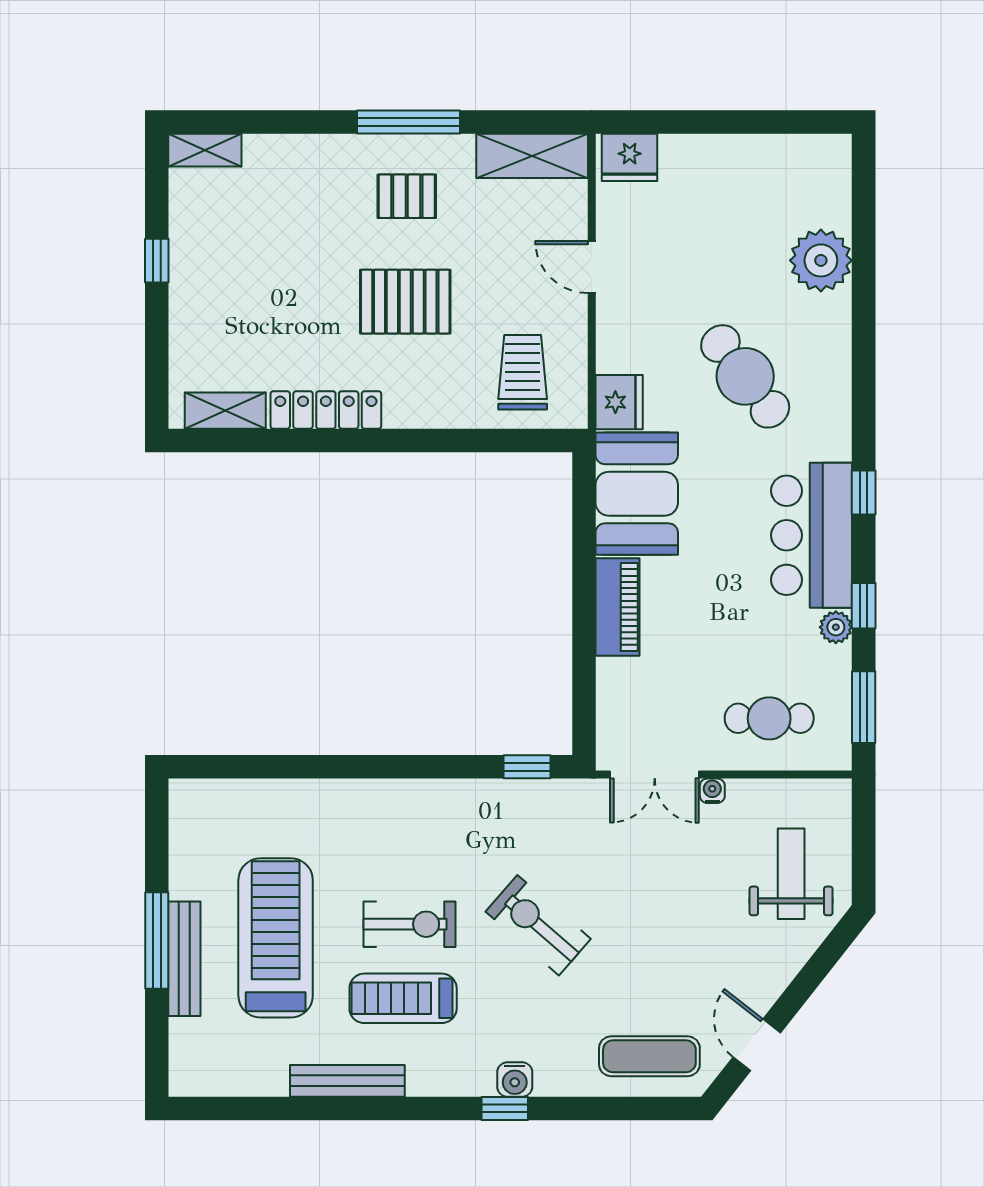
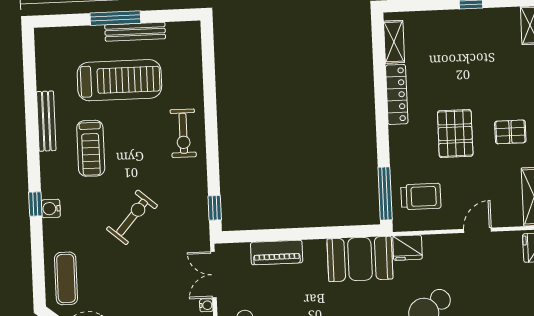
pallet: (407, 196) -> (510, 132), turned 90
window: (514, 440) -> (385, 193), added
piano: (617, 607) -> (277, 253), moved
exercise bike: (410, 924) -> (183, 133), moved
bench: (184, 959) -> (135, 32), moved
treadmill: (403, 998) -> (91, 148), turned 180

